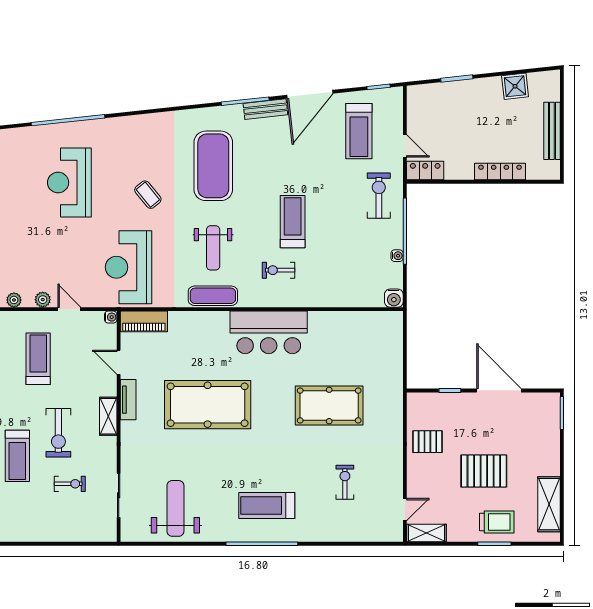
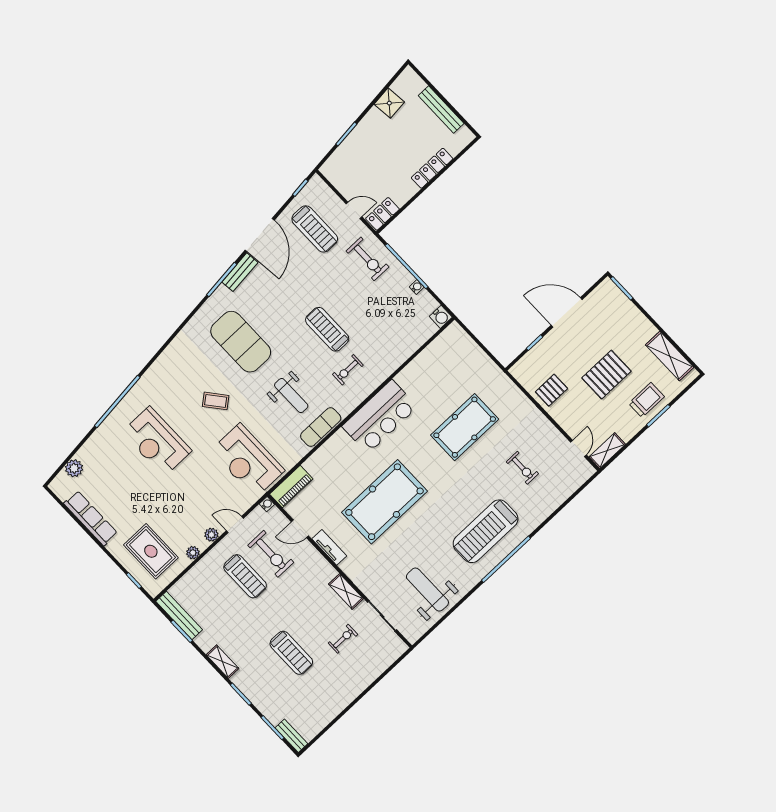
exercise bike: (379, 196) -> (368, 259), turned 180
treadmill: (38, 359) -> (245, 576), turned 180
shelving: (108, 416) -> (346, 591), moved
exercise bike: (58, 433) -> (271, 554), moved
exercise bike: (345, 482) -> (522, 468), turned 180
treadmill: (267, 506) -> (486, 531), width x1.37, depth x1.38

